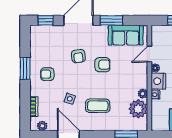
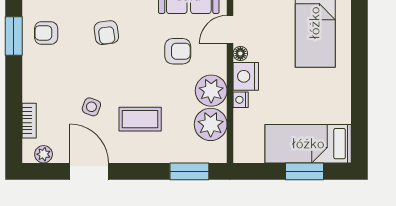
armchair: (102, 65) -> (178, 51), moved
window: (25, 68) -> (14, 36), moved
armchair: (47, 74) -> (46, 33), moved
plant: (143, 94) -> (211, 91), width x1.87, depth x1.87

